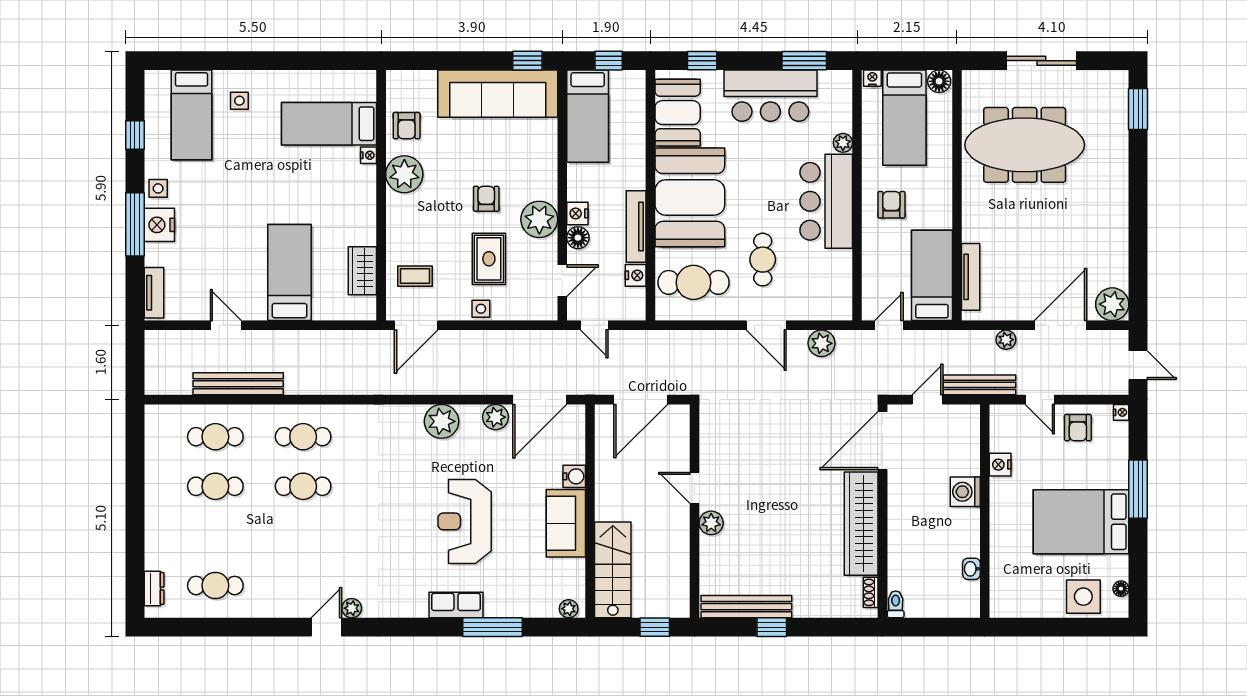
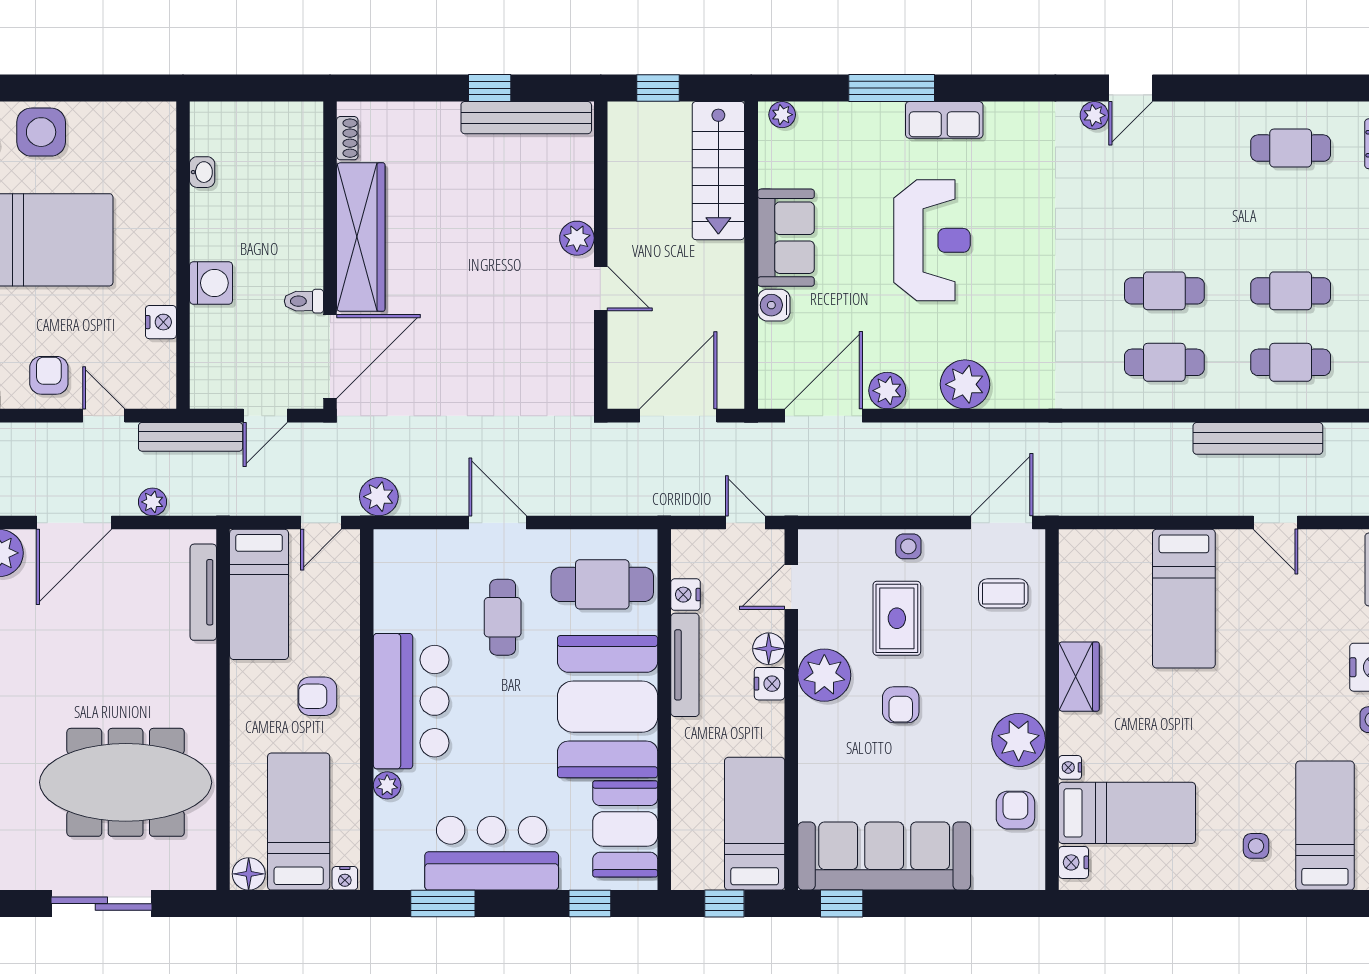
nightstand: (366, 89) -> (1074, 862), added
armchair: (891, 205) -> (317, 696), turned 90
wardrobe: (362, 271) -> (1079, 677), moved
plant: (822, 343) -> (379, 497), moved
toilet: (896, 604) -> (304, 301), moved, turned 90

